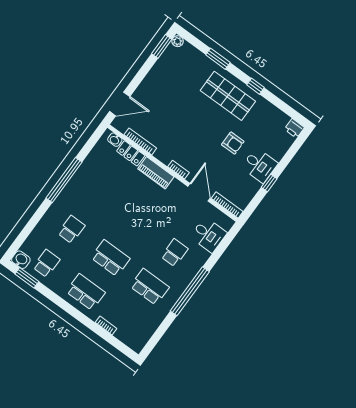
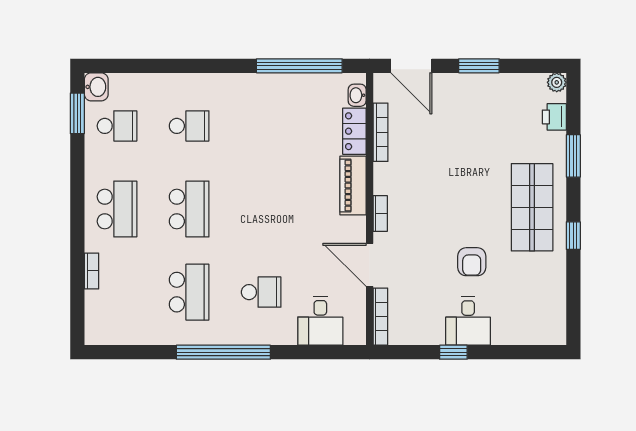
window: (162, 46) -> (479, 66), moved
printer: (294, 128) -> (554, 117), moved
window: (64, 180) -> (299, 66), moved
door: (199, 192) -> (370, 265), swing flipped

